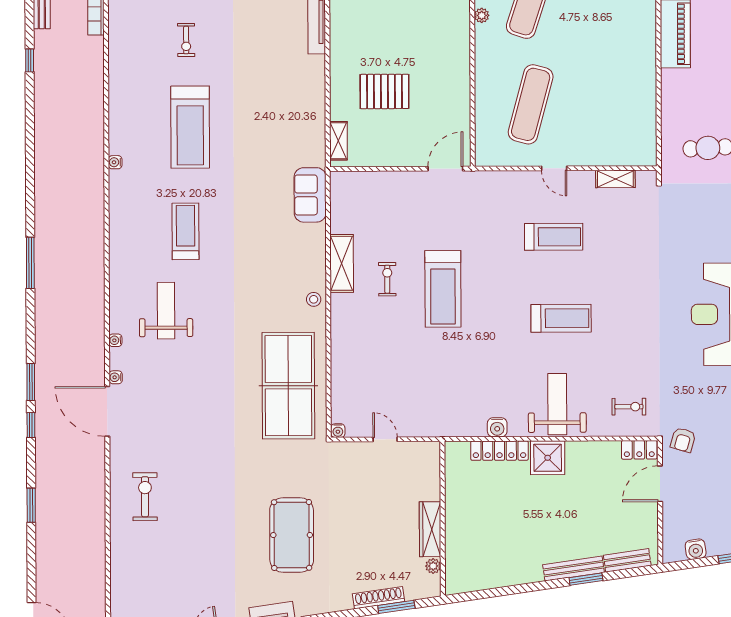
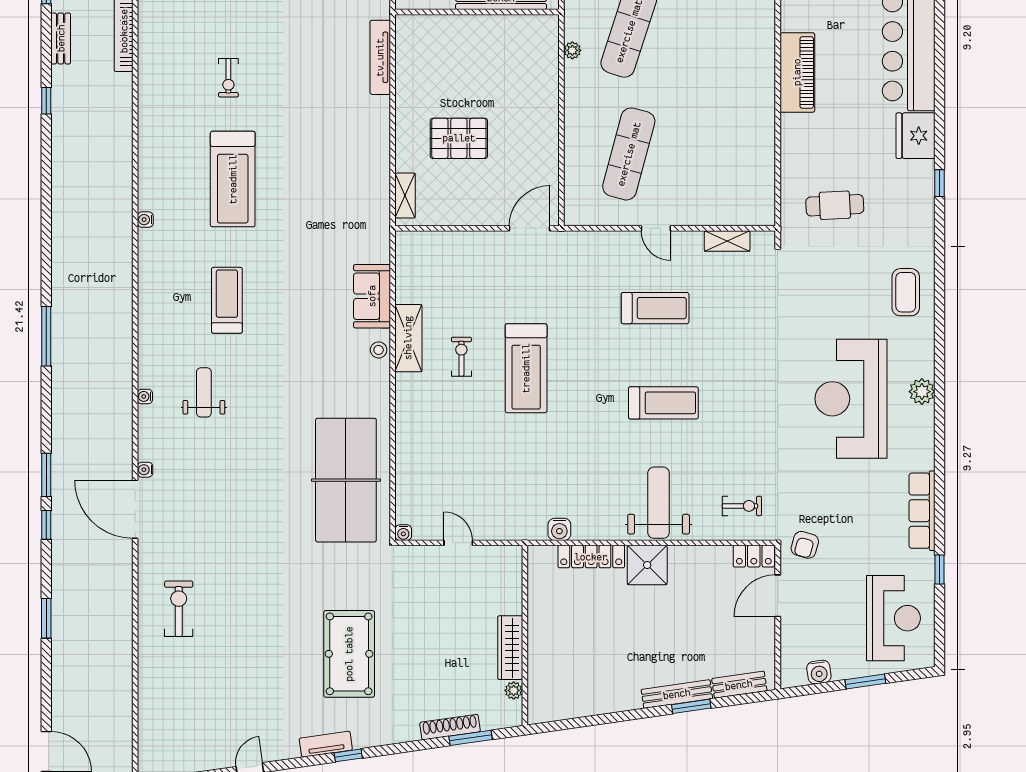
sofa: (310, 195) -> (372, 296), moved
stool: (314, 299) -> (379, 350), moved
weight bench: (166, 311) -> (204, 392), width x0.73, depth x0.75
water cooler: (115, 340) -> (145, 396), moved
water cooler: (497, 427) -> (559, 529), moved

